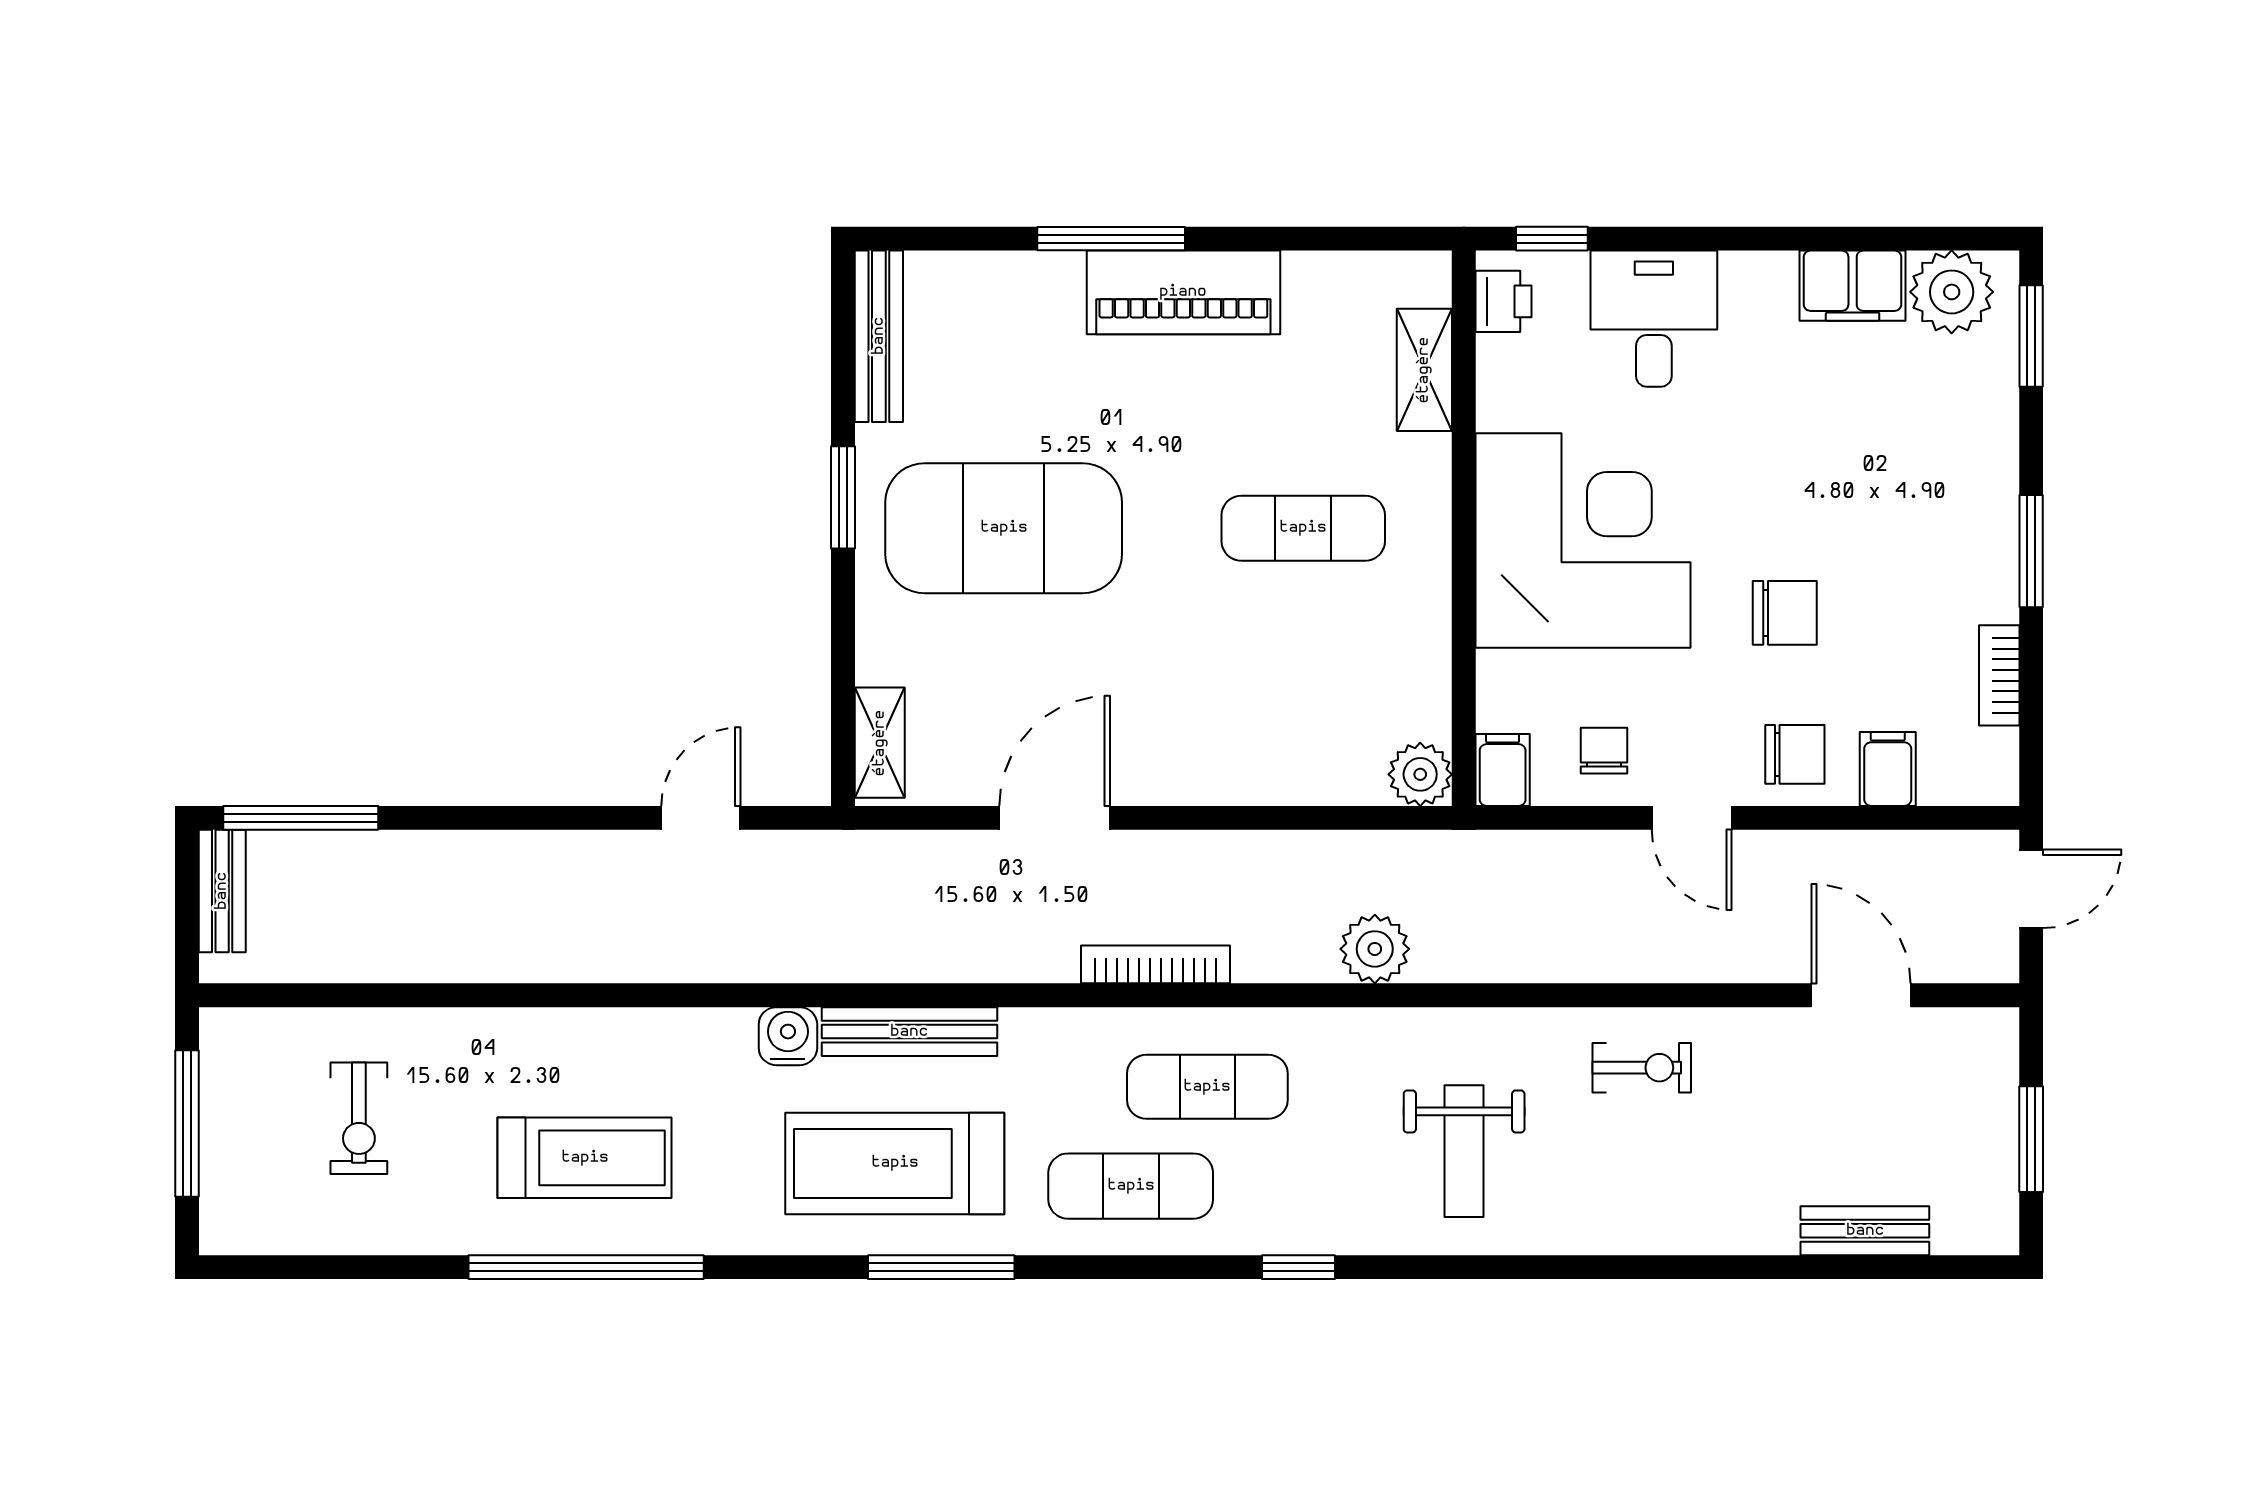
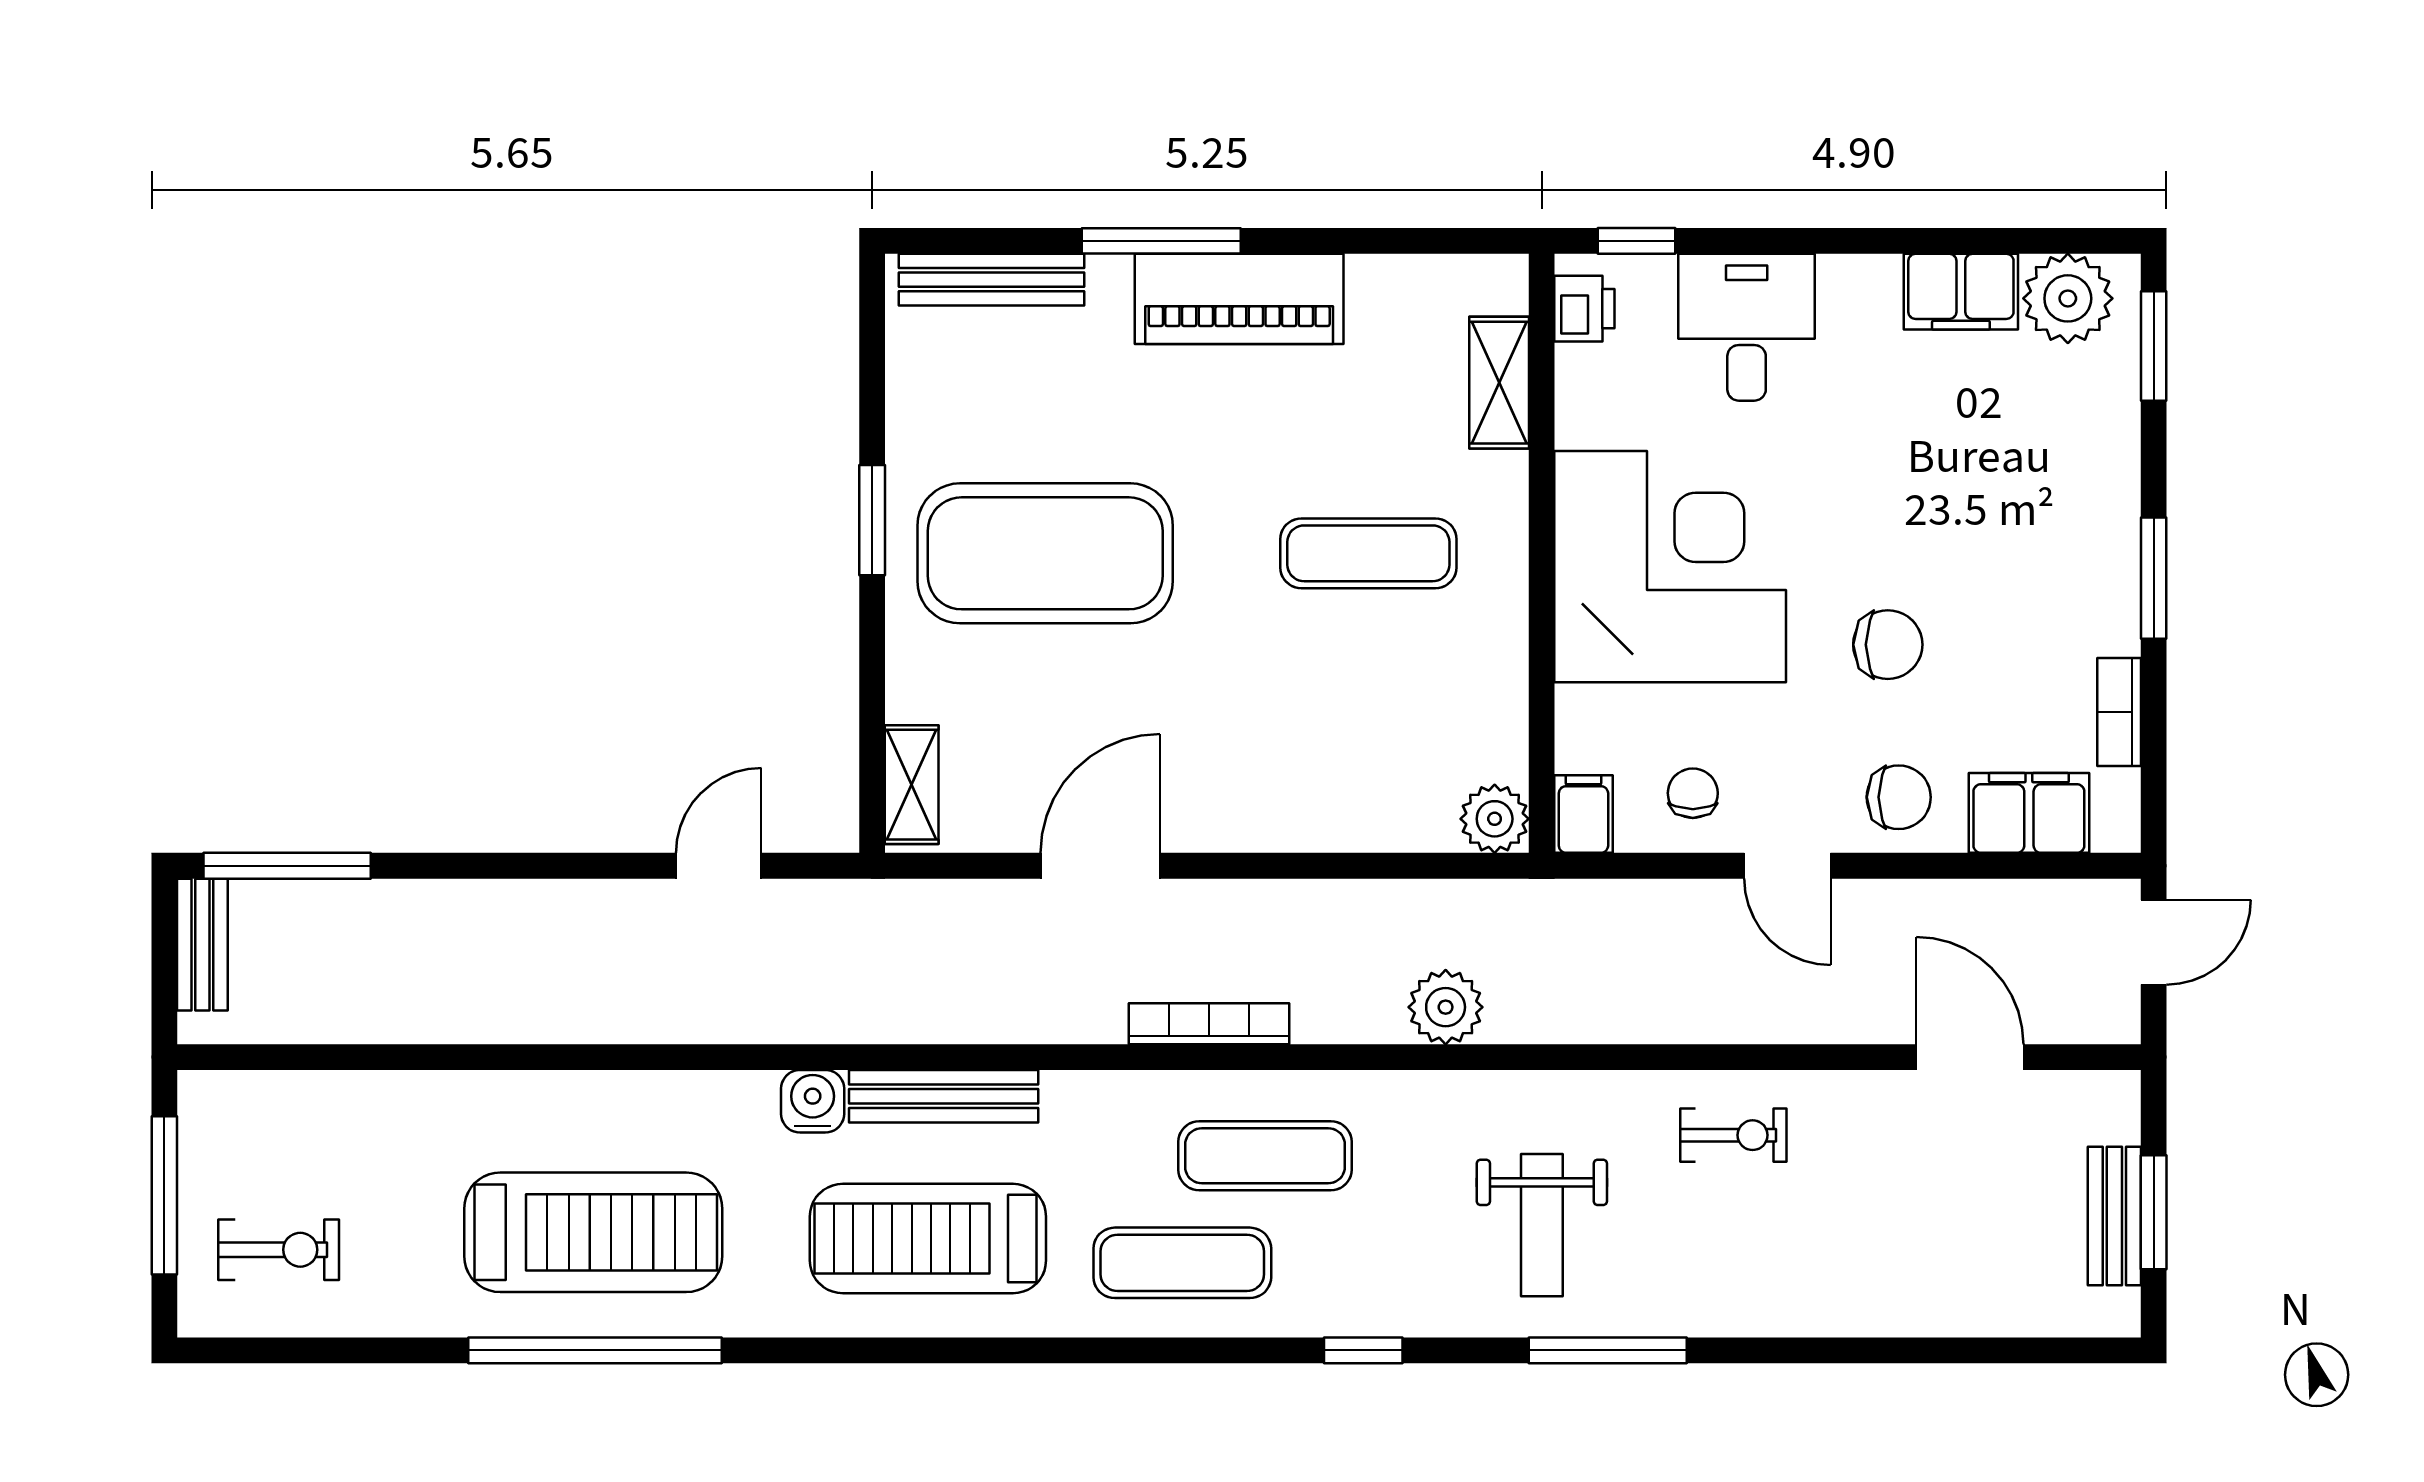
bench: (879, 336) -> (991, 280), moved, turned 90
filing cabinet: (1888, 769) -> (2029, 813), width x2.00
exercise bike: (359, 1118) -> (279, 1250), moved, turned -90
treadmill: (585, 1158) -> (593, 1232), width x1.37, depth x1.38
bench: (1865, 1231) -> (2114, 1216), moved, turned 90
window: (941, 1267) -> (1608, 1350), moved

